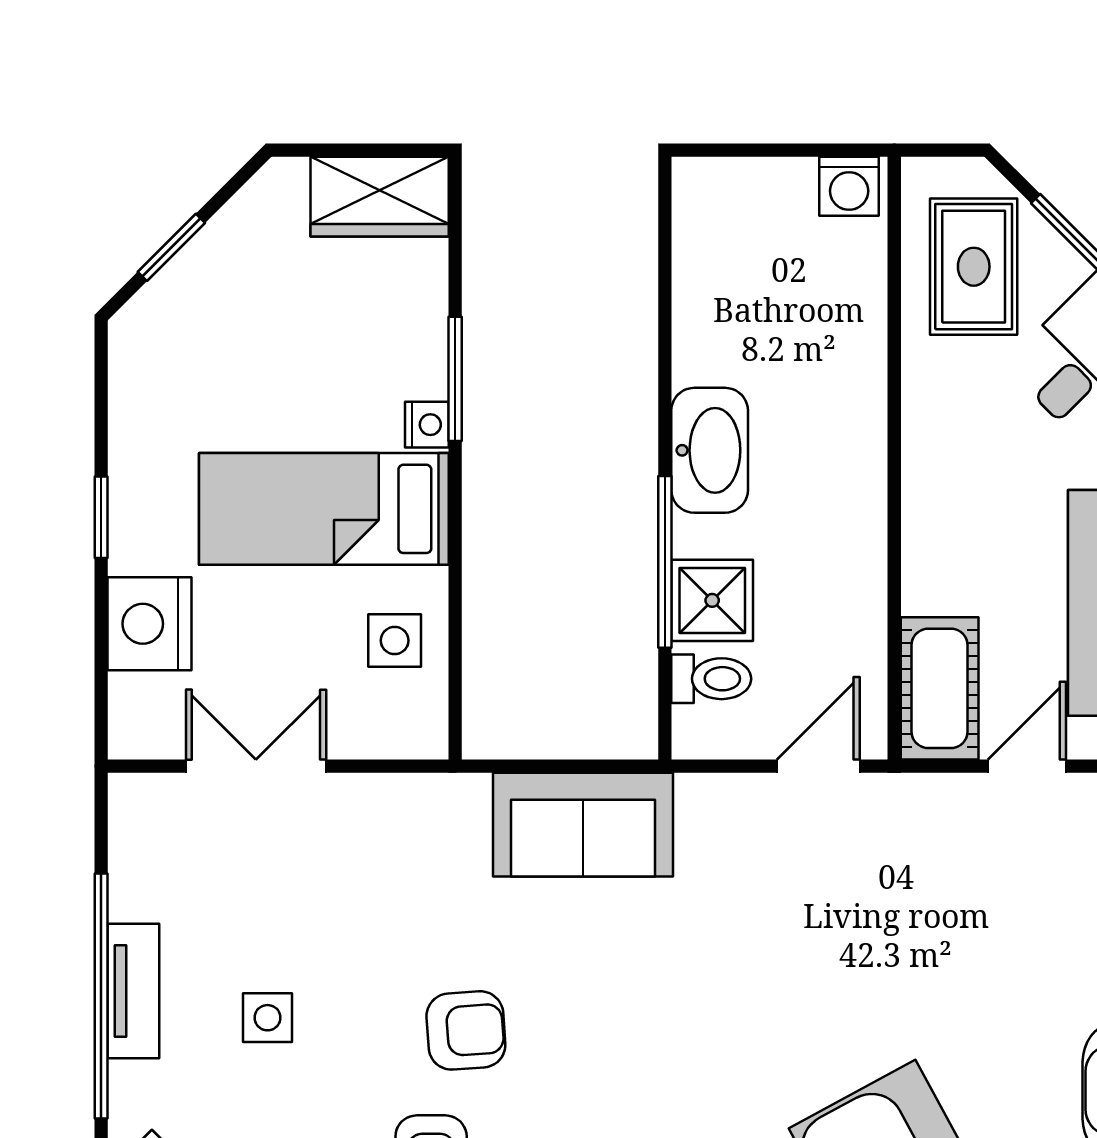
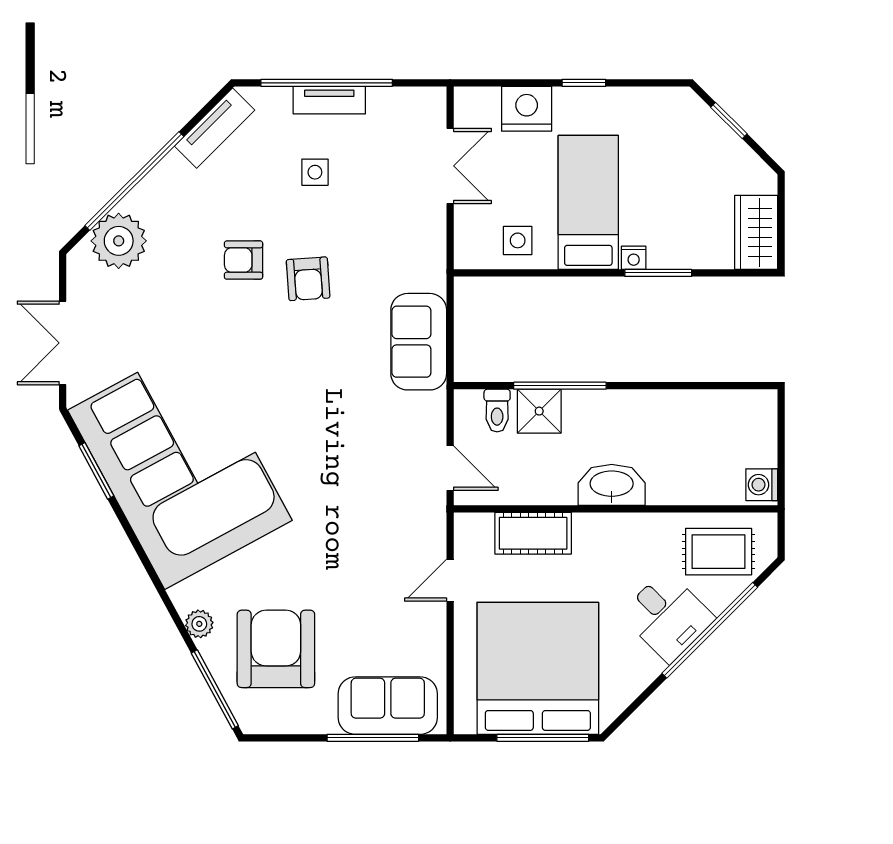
washbasin: (710, 450) -> (612, 485), moved, turned 180
cot: (940, 688) -> (533, 533), moved
door: (1027, 766) -> (450, 580), swing flipped

